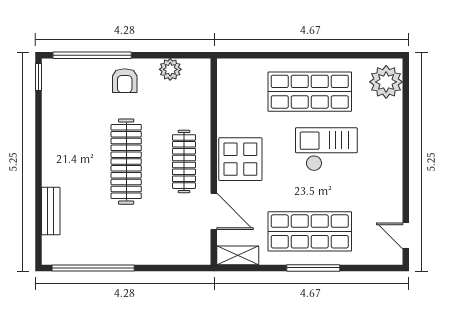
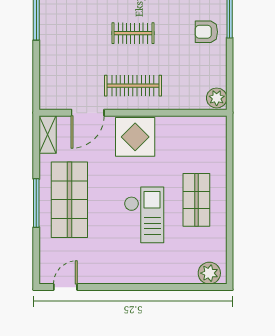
plant: (170, 69) -> (217, 98), moved
plant: (386, 82) -> (209, 273), width x0.73, depth x0.73
shop shelf: (310, 92) -> (196, 200), width x0.70, depth x0.74
clothes rail: (126, 162) -> (133, 33), width x0.54, depth x0.76

